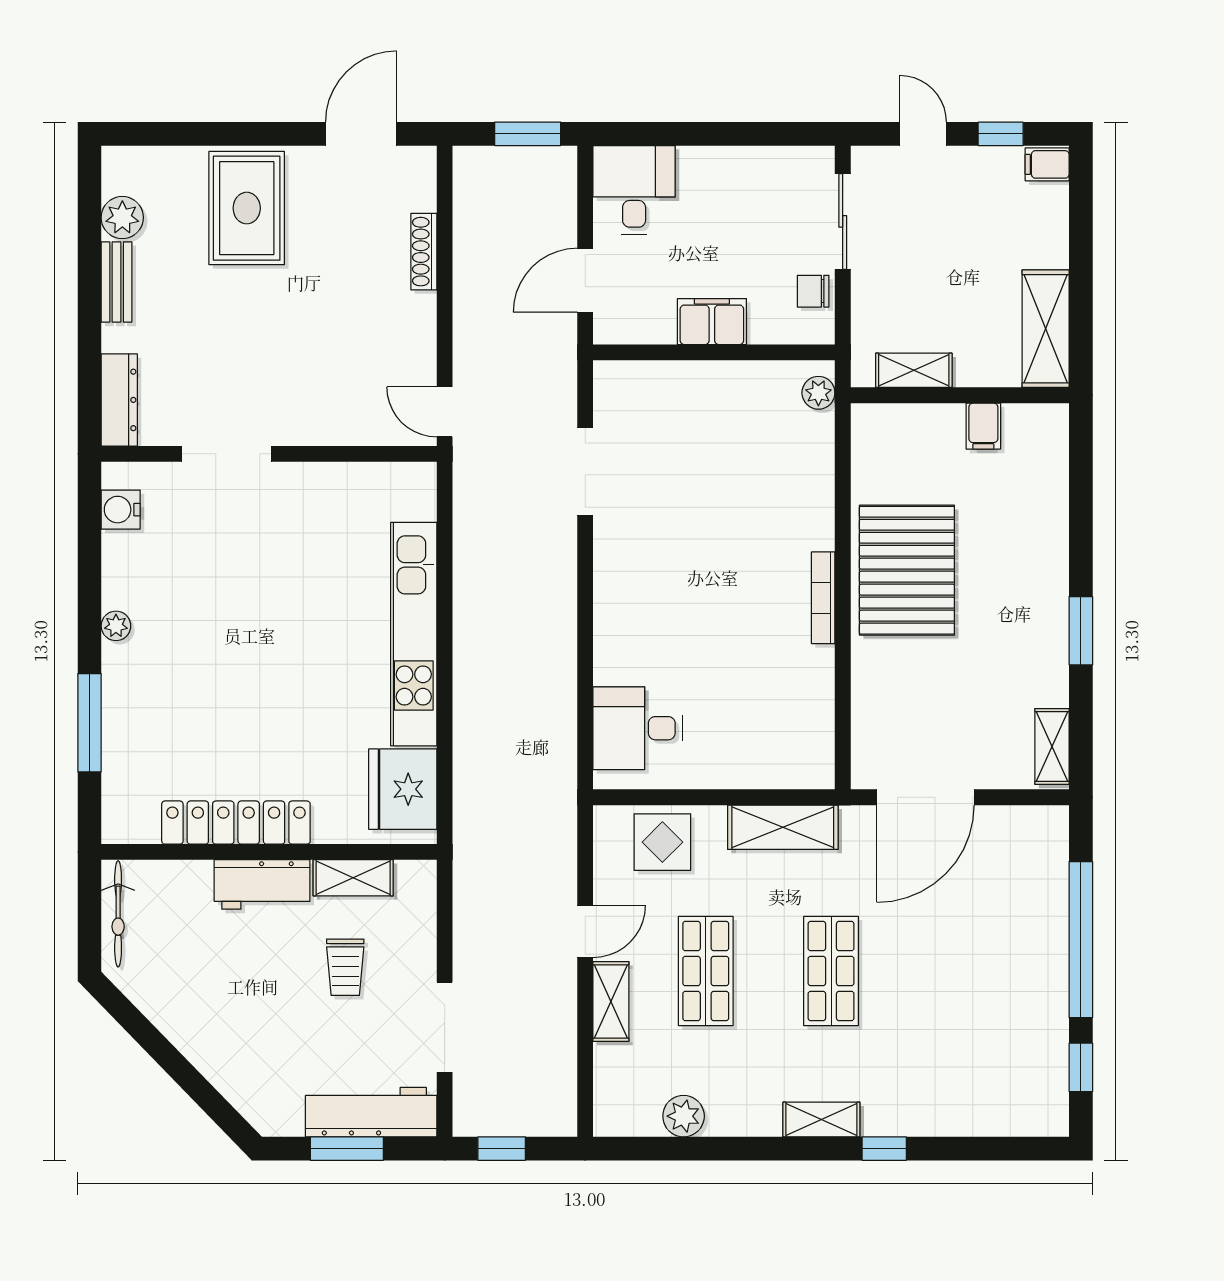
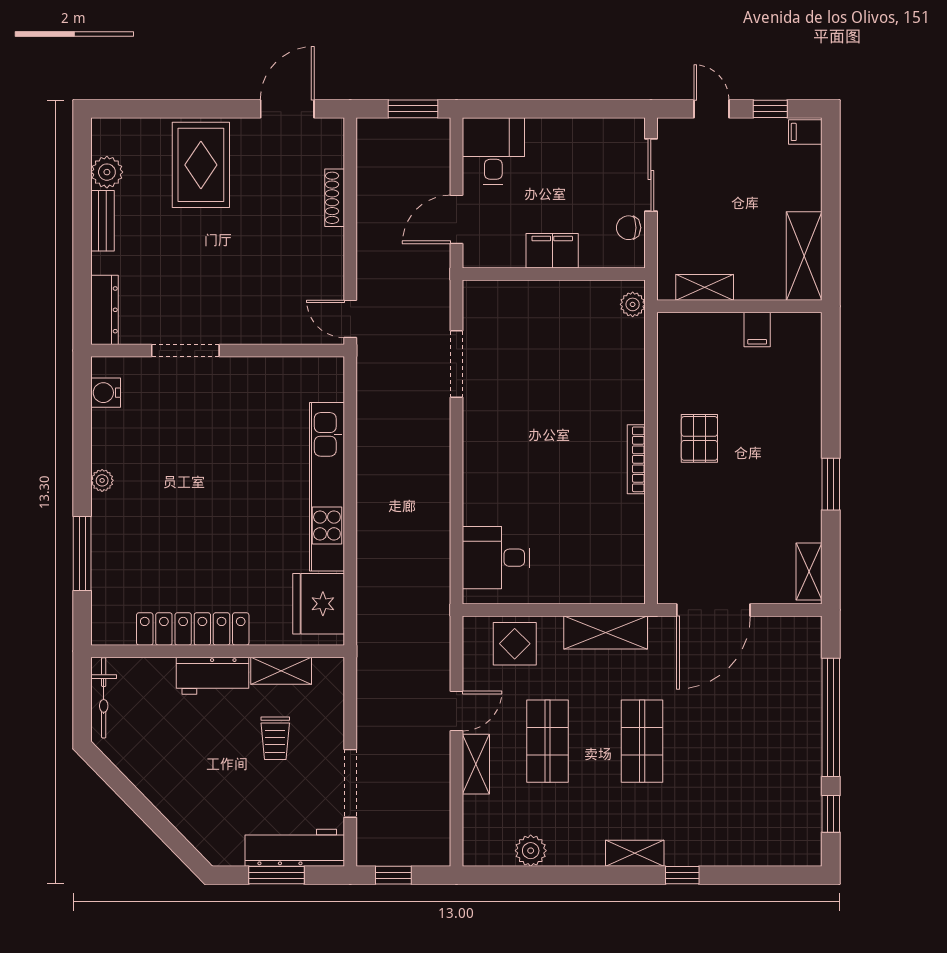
pallet: (907, 570) -> (699, 438), width x0.49, depth x0.50

